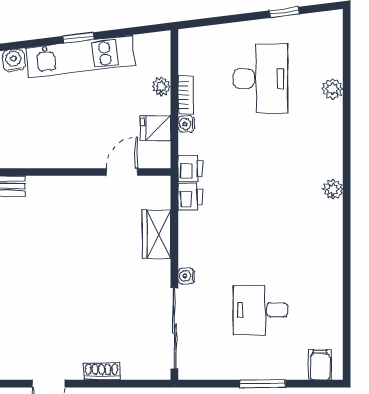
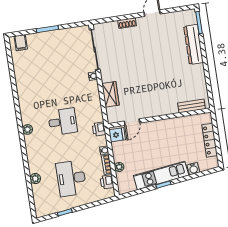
fridge: (156, 128) -> (117, 135), moved
printer: (190, 197) -> (107, 182), moved
desk: (260, 310) -> (63, 122), moved

